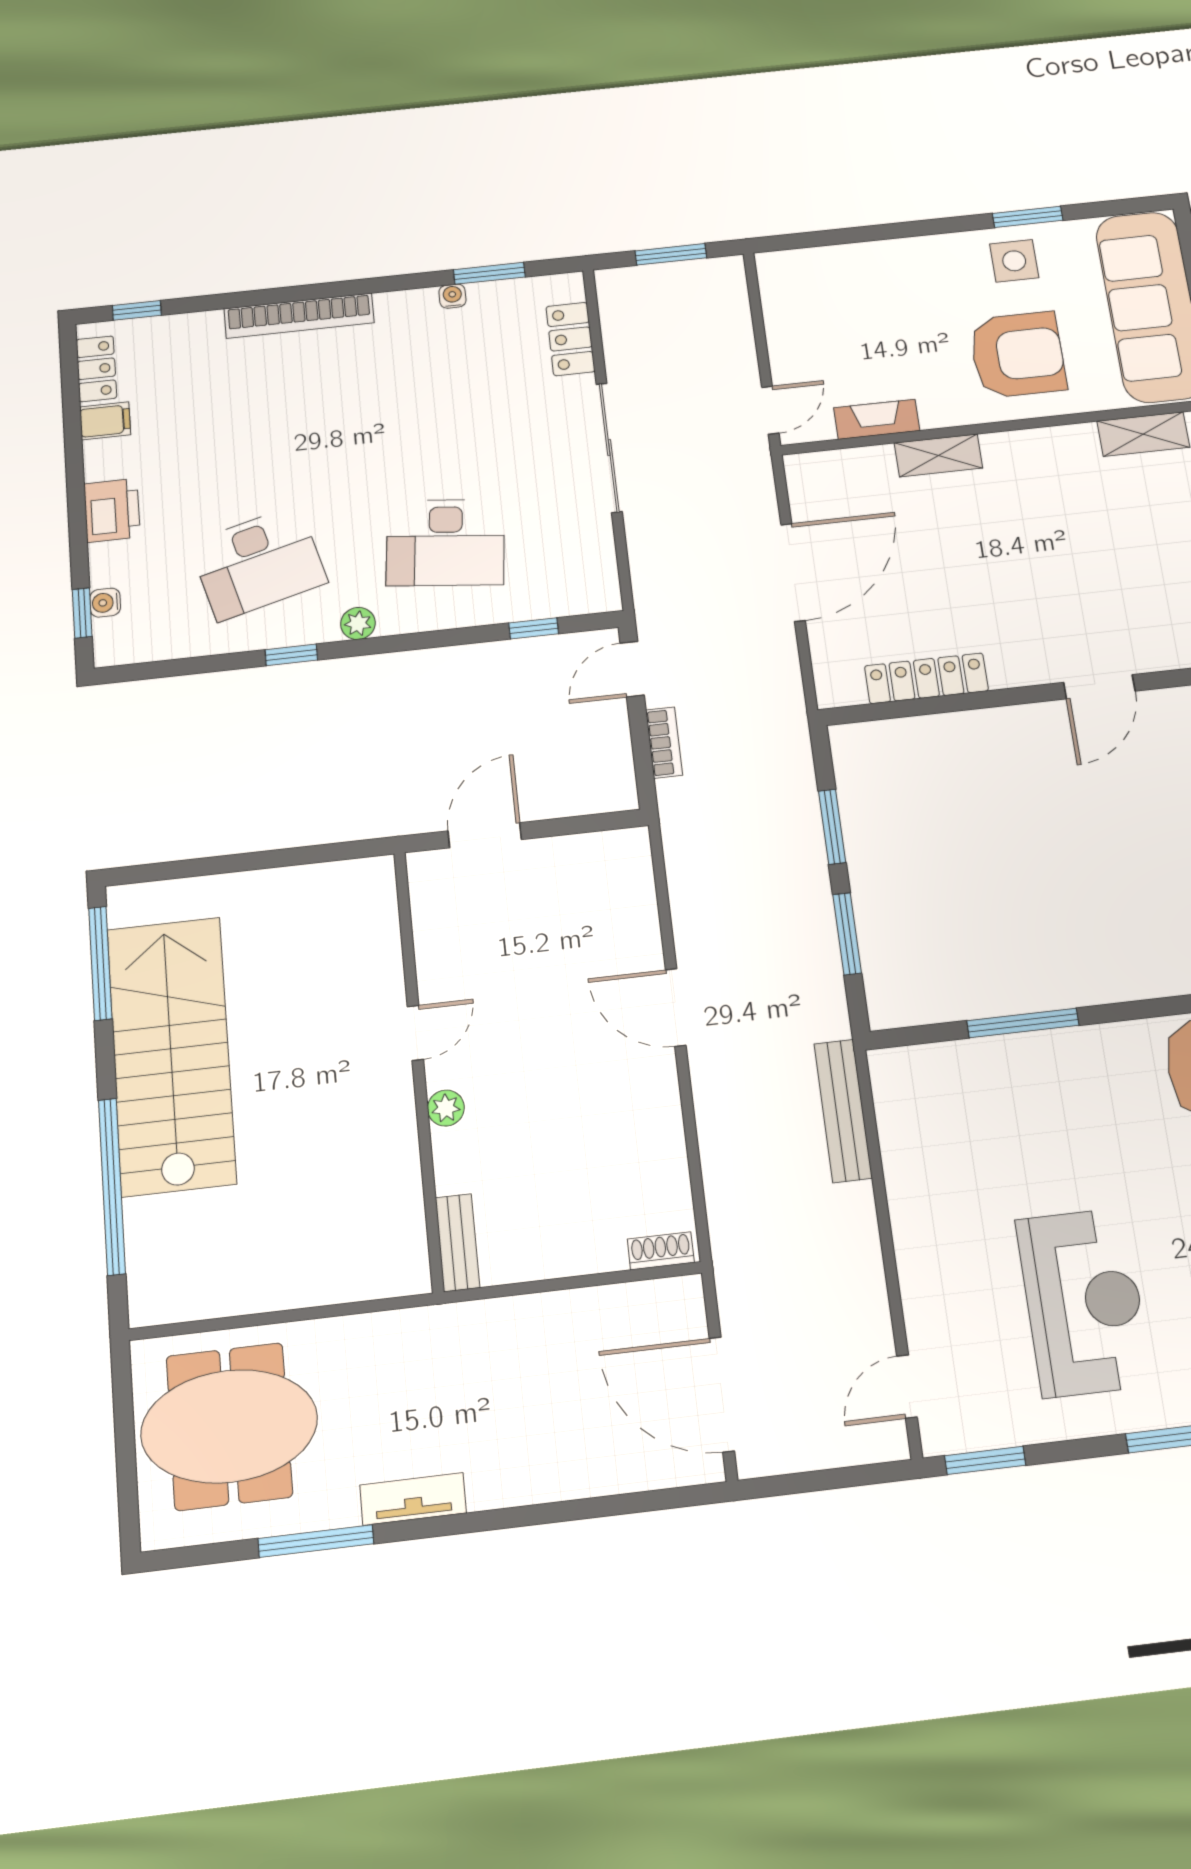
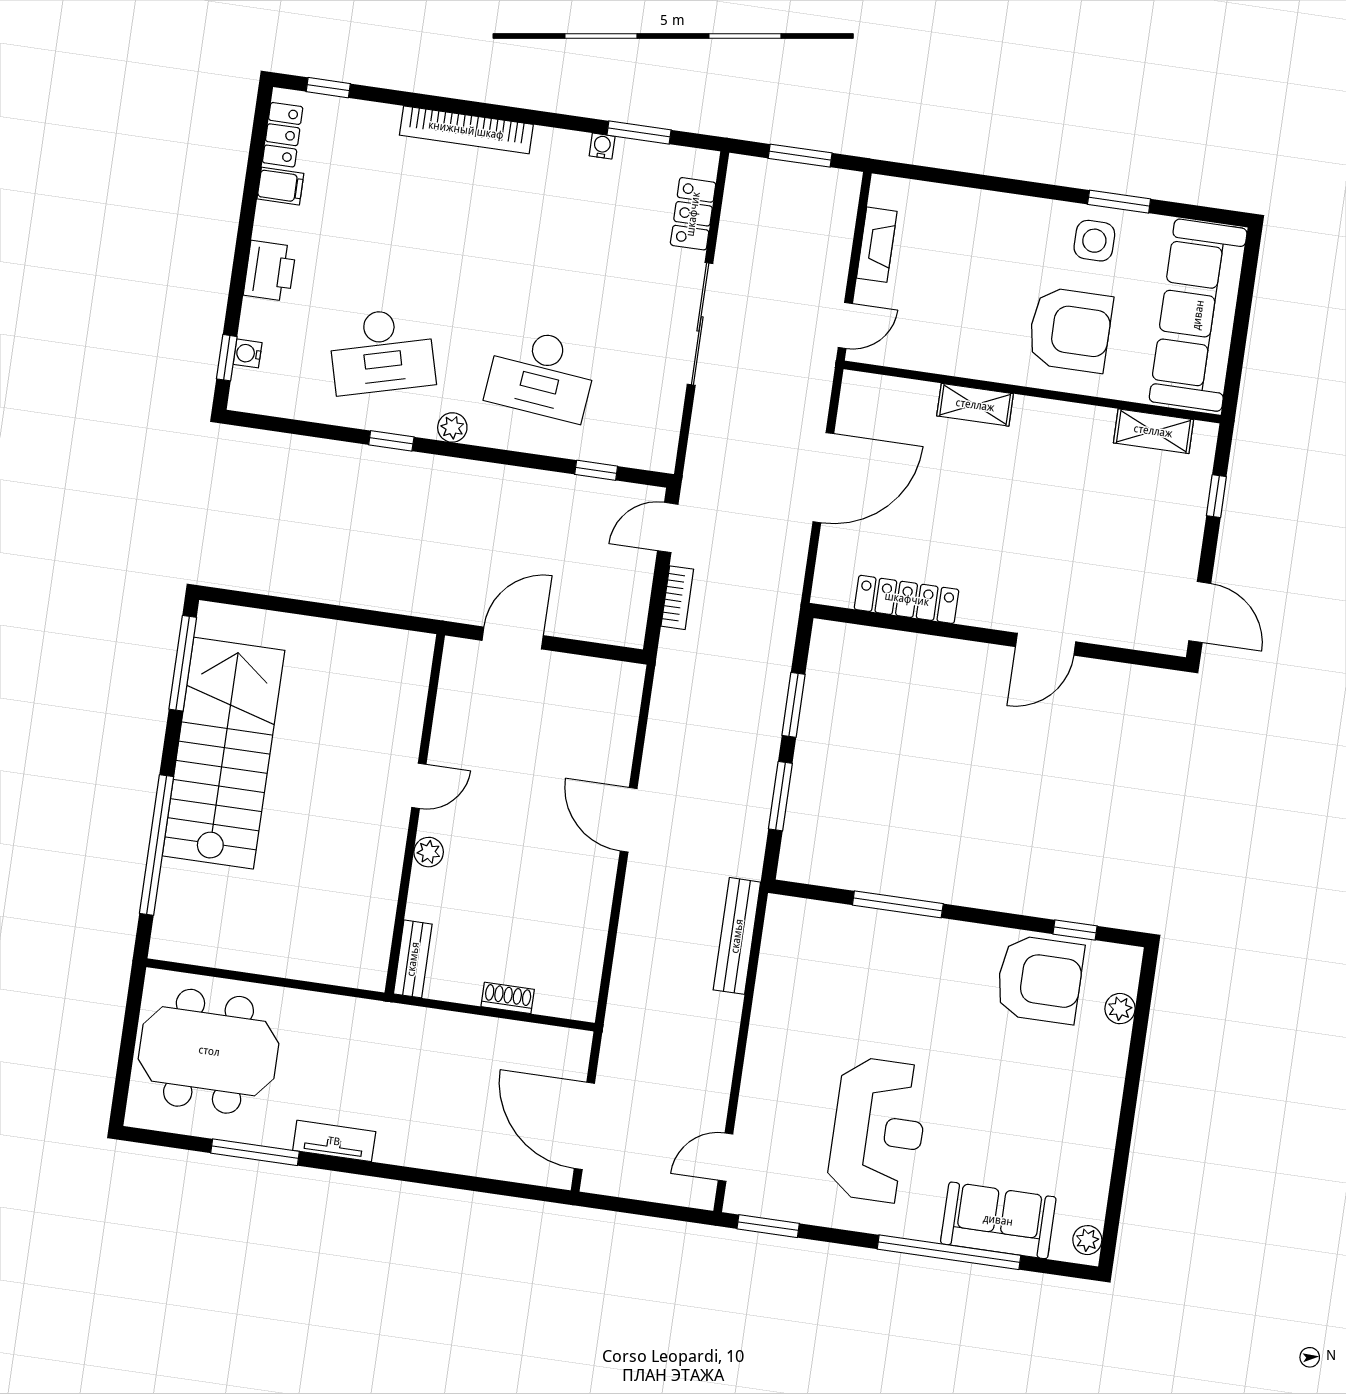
fireplace: (877, 419) -> (877, 245), moved, turned 90
shoe rack: (661, 1251) -> (508, 998), moved

